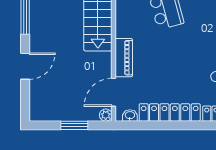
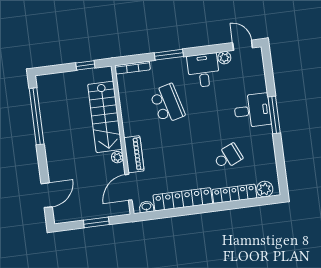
door: (25, 66) -> (47, 195), moved
plant: (106, 115) -> (117, 157), moved

